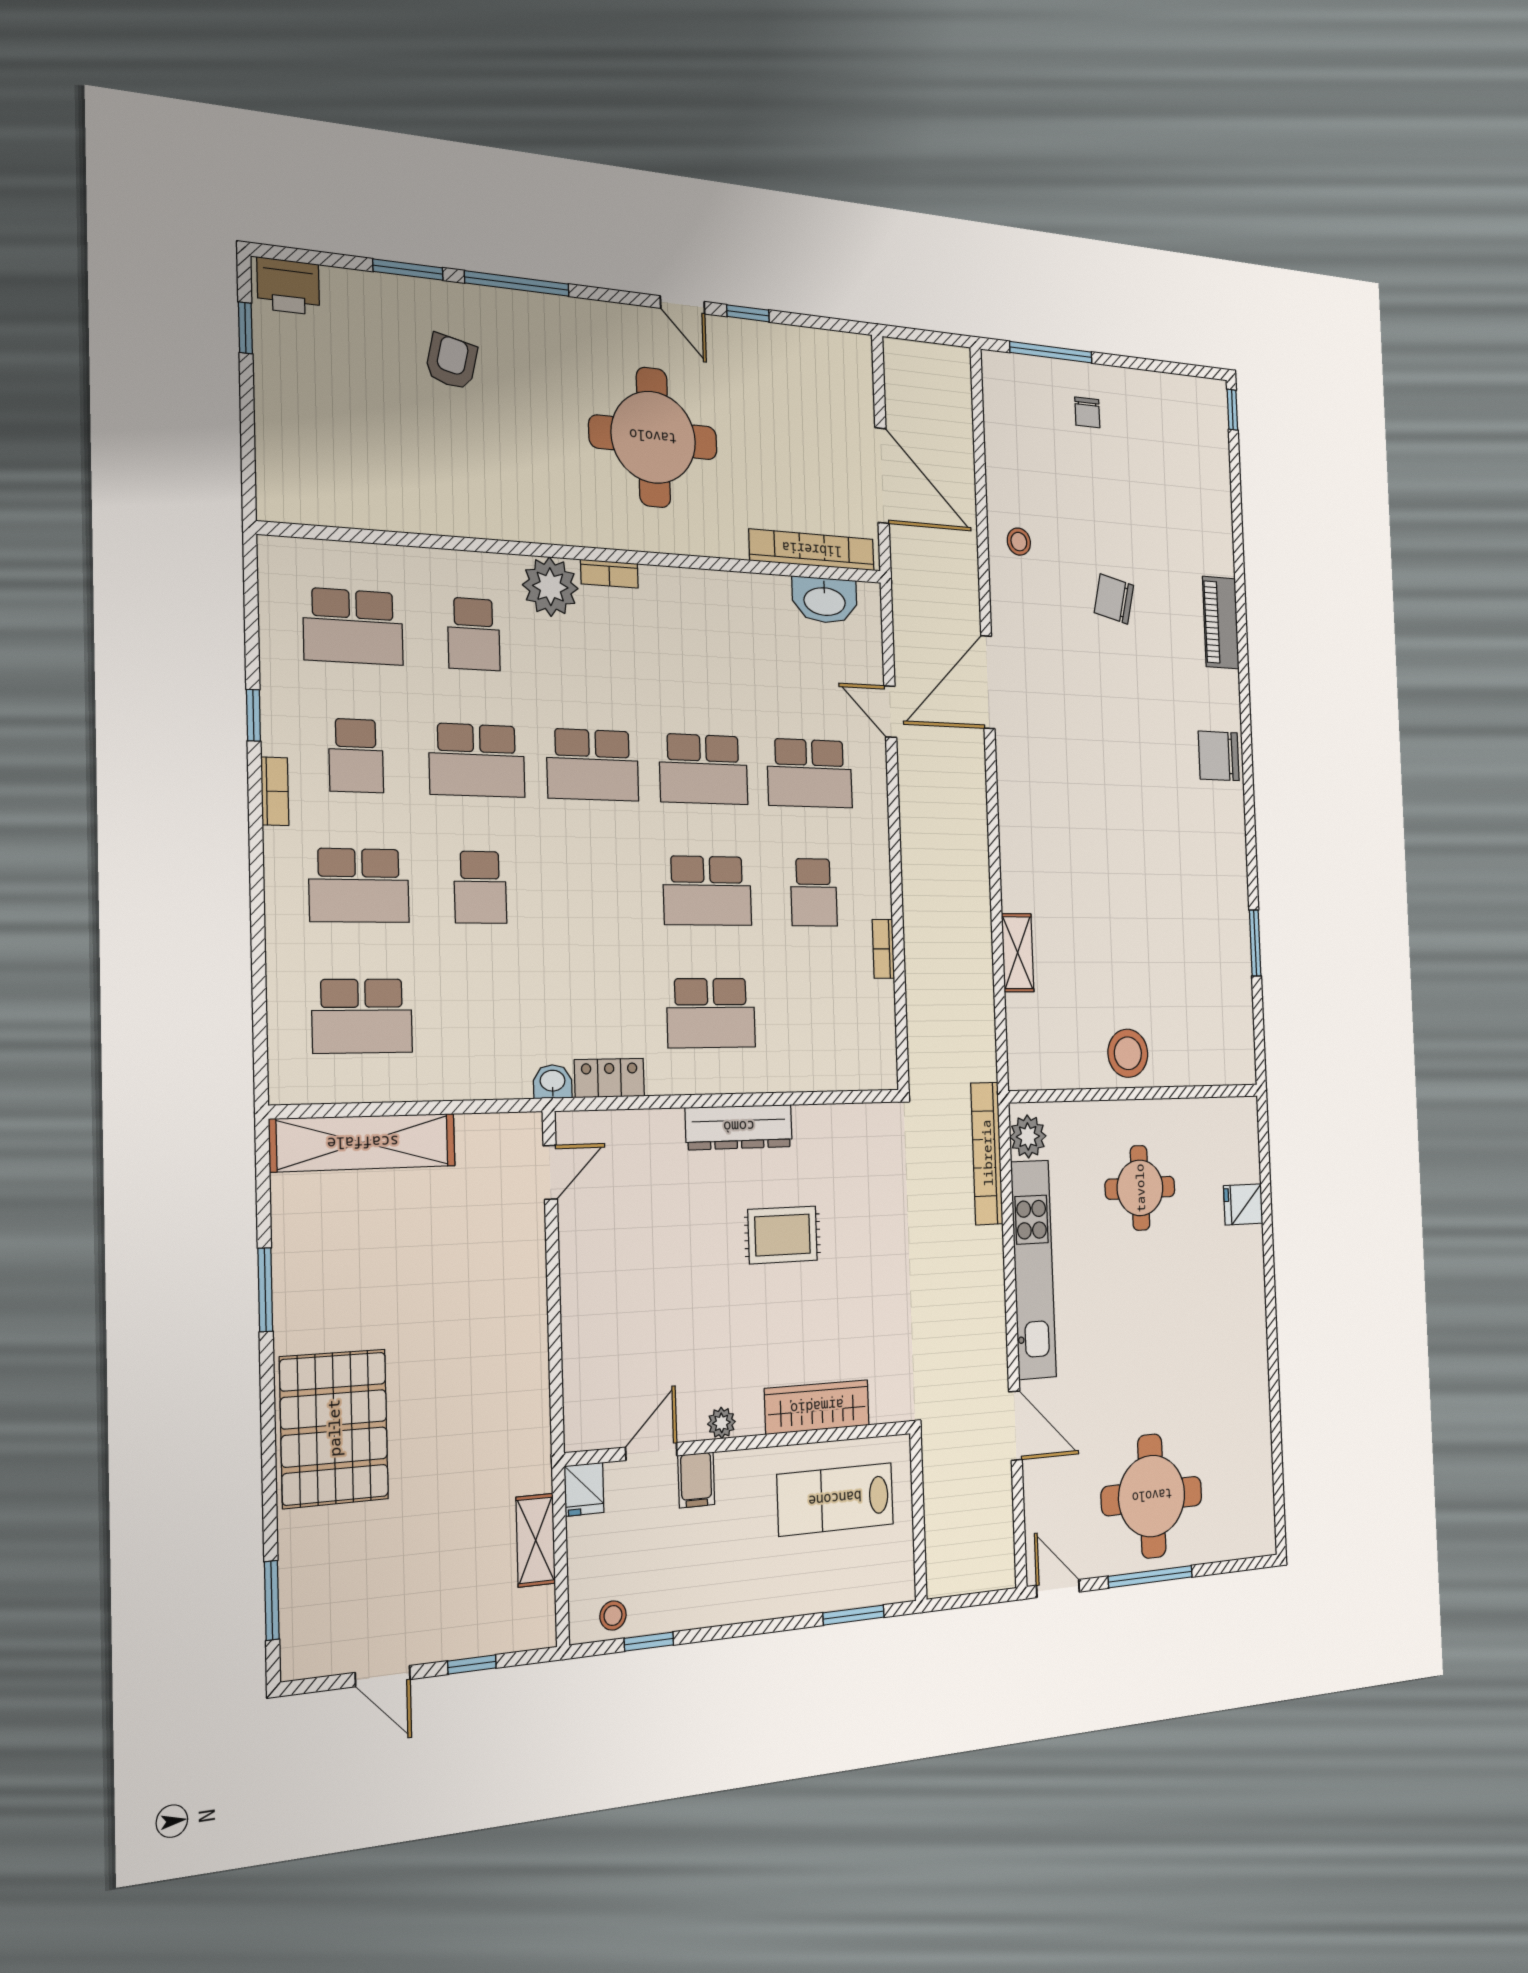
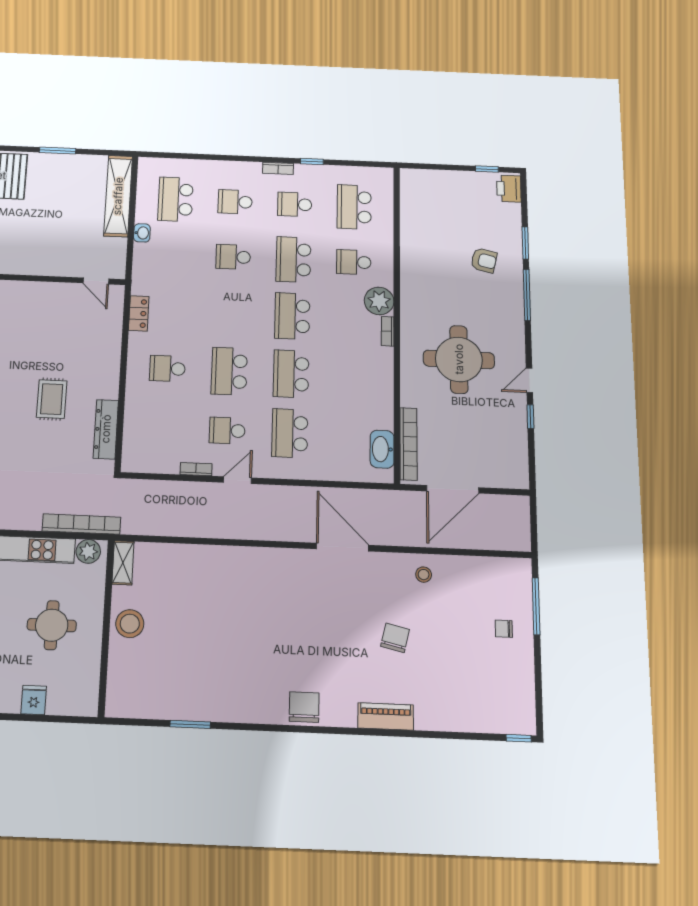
door: (890, 712) -> (237, 480), moved
school desk: (359, 885) -> (235, 202), width x0.54
shelving: (1018, 953) -> (123, 563), moved, turned 90
school desk: (711, 1013) -> (167, 369), width x0.54
washbasin: (553, 1082) -> (142, 233), moved
dresser: (739, 1127) -> (106, 429), moved

